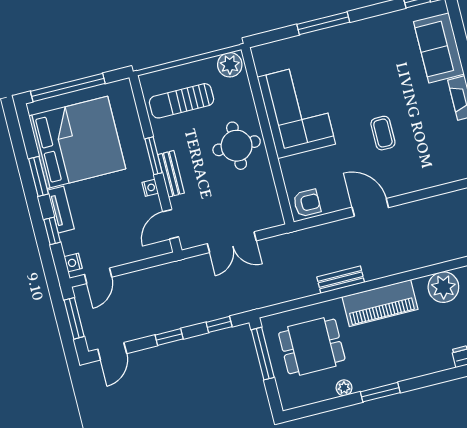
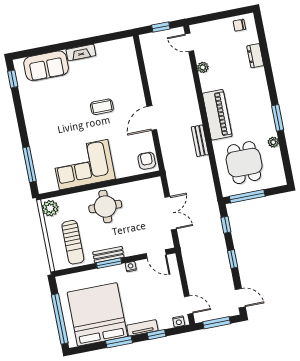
window: (323, 23) -> (29, 164), moved
bench: (171, 174) -> (108, 255), moved
plant: (443, 287) -> (203, 67), width x0.53, depth x0.53

